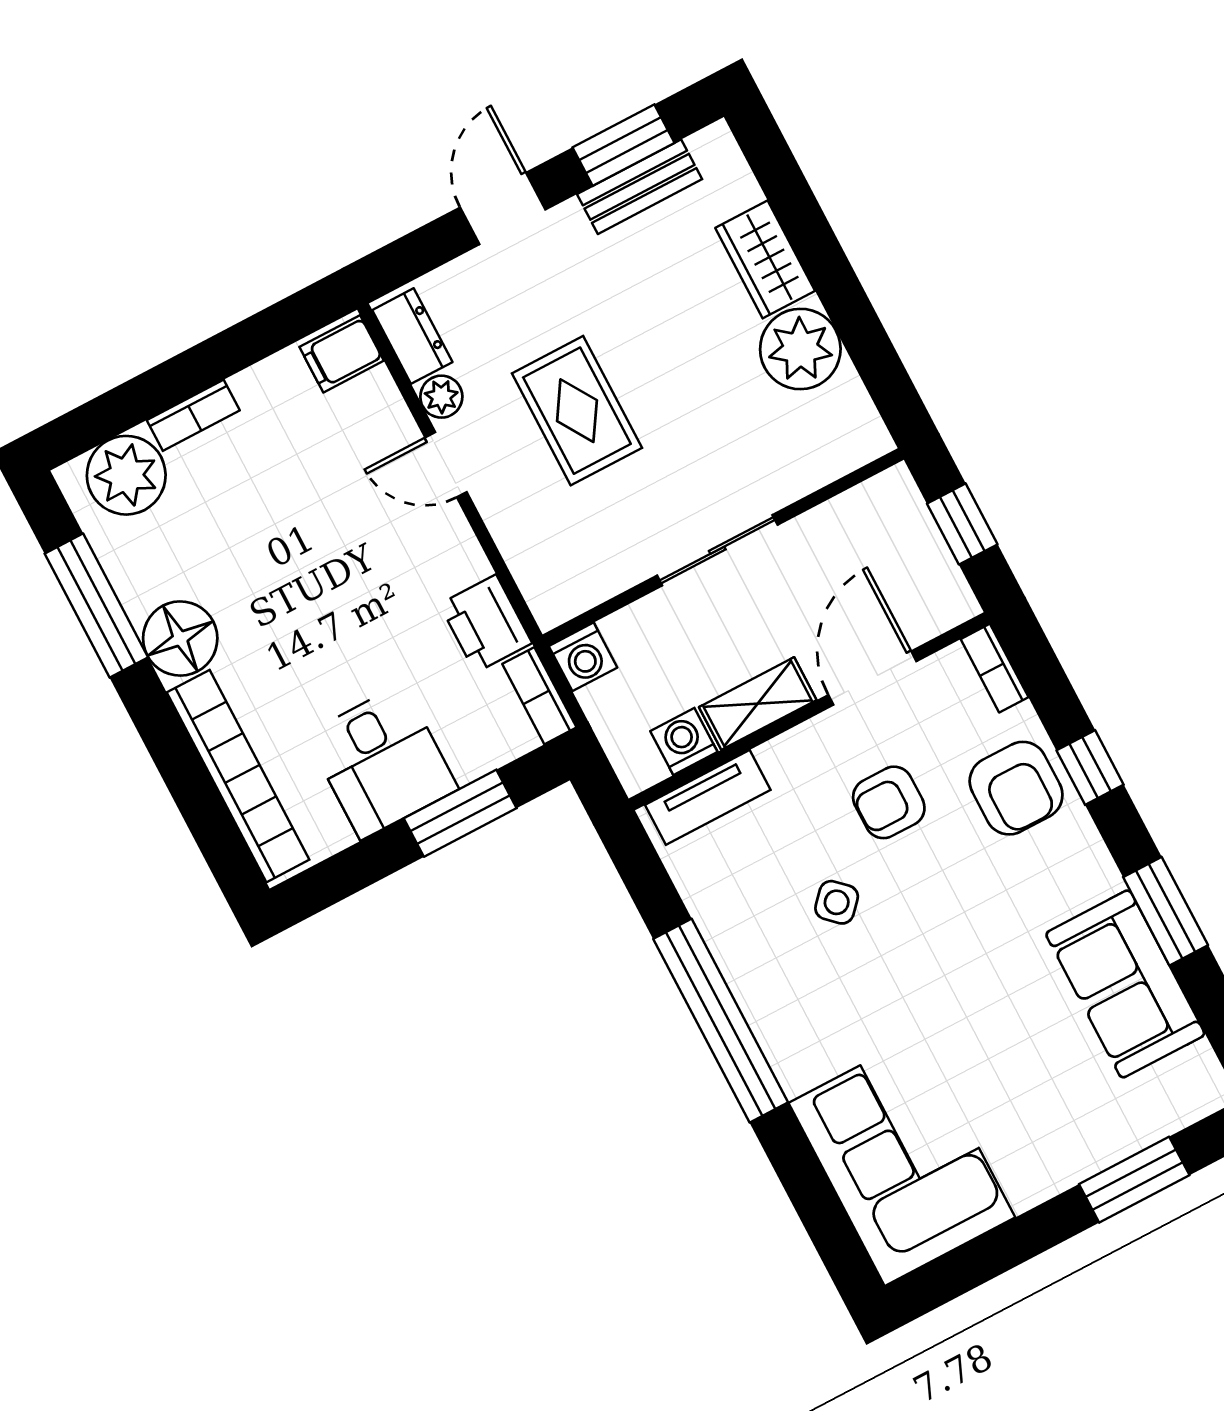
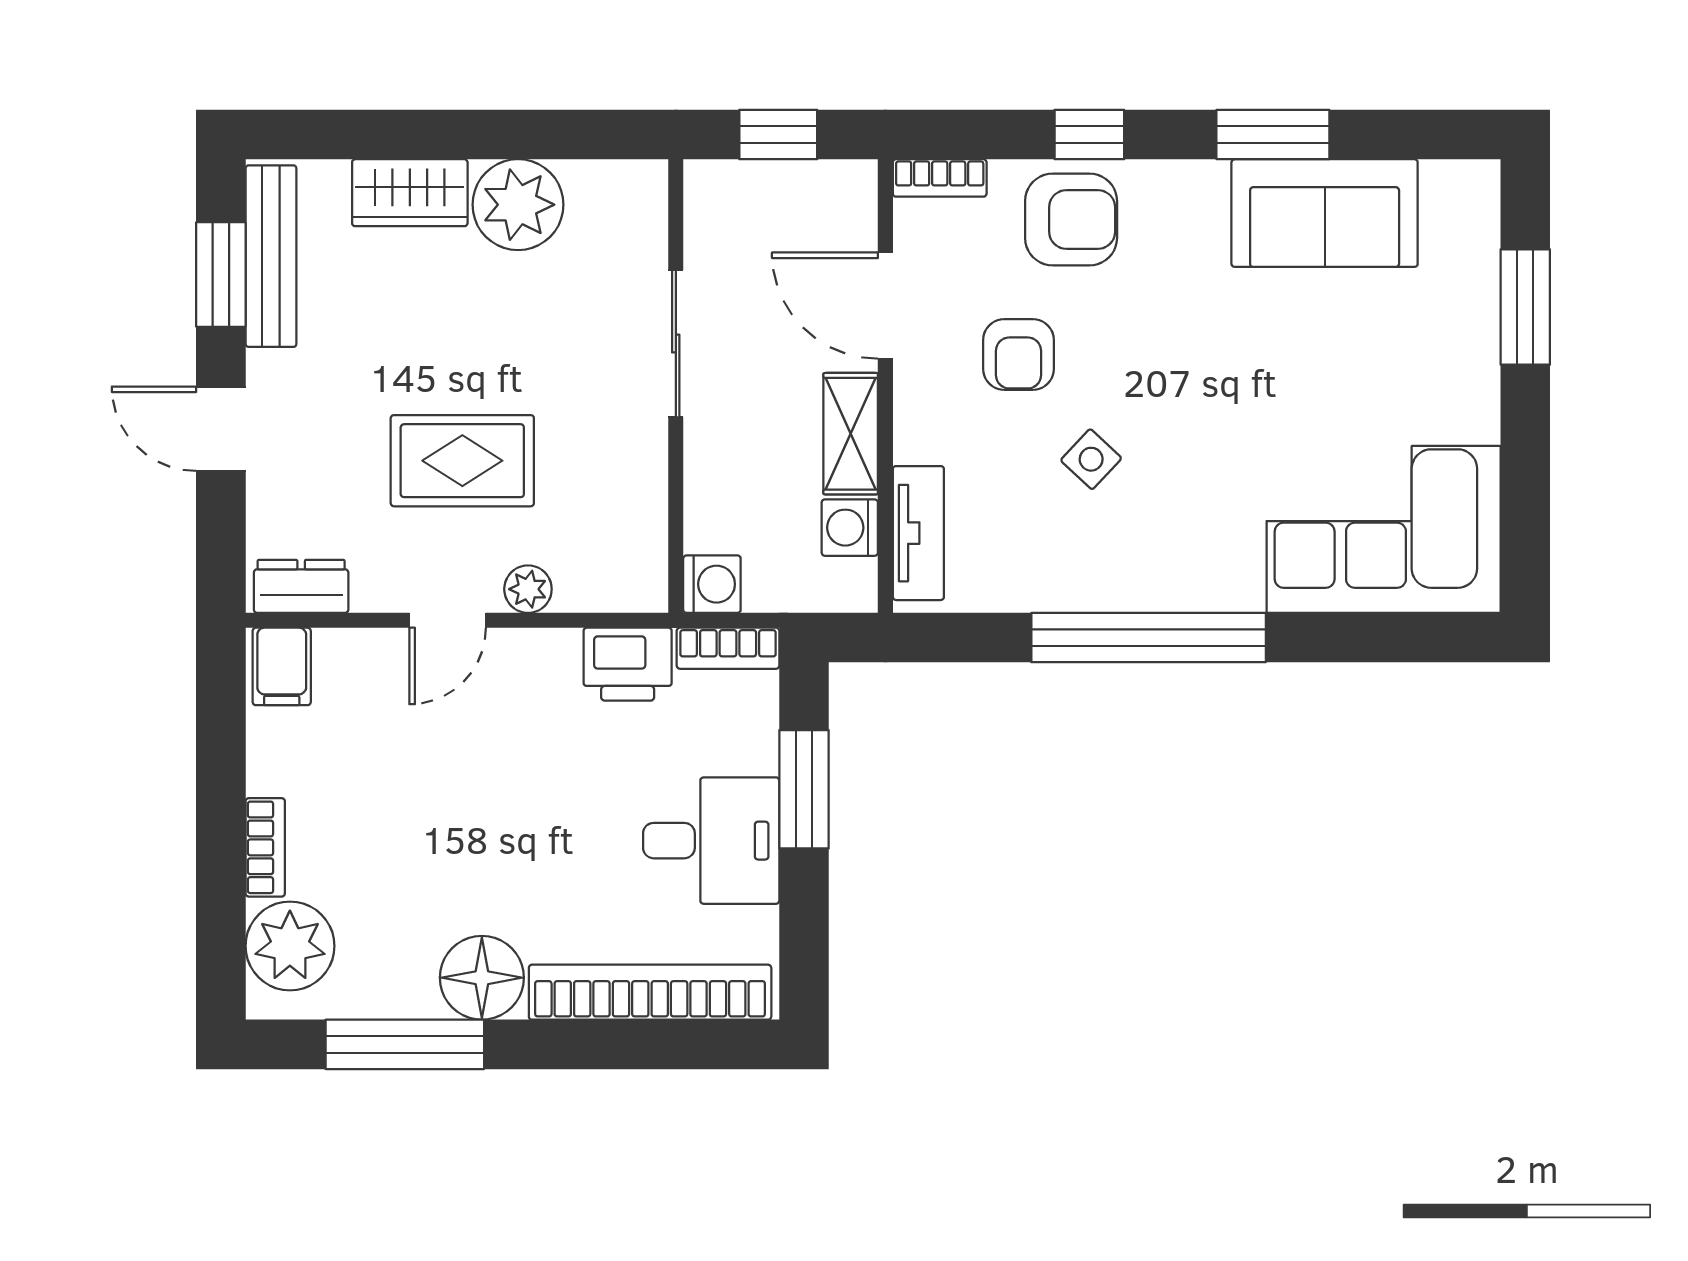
bench: (640, 187) -> (271, 256), width x1.36
plant: (441, 397) -> (528, 589), moved
sliding door: (717, 550) -> (676, 344), moved

